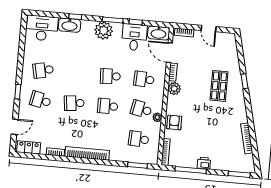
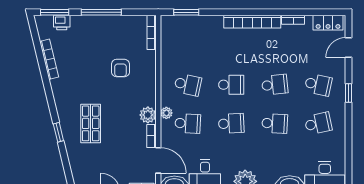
plant: (157, 117) -> (166, 113), moved
armchair: (174, 122) -> (120, 68), moved
school desk: (139, 139) -> (275, 123), moved
printer: (204, 163) -> (62, 23), moved
window: (191, 170) -> (101, 12), moved

